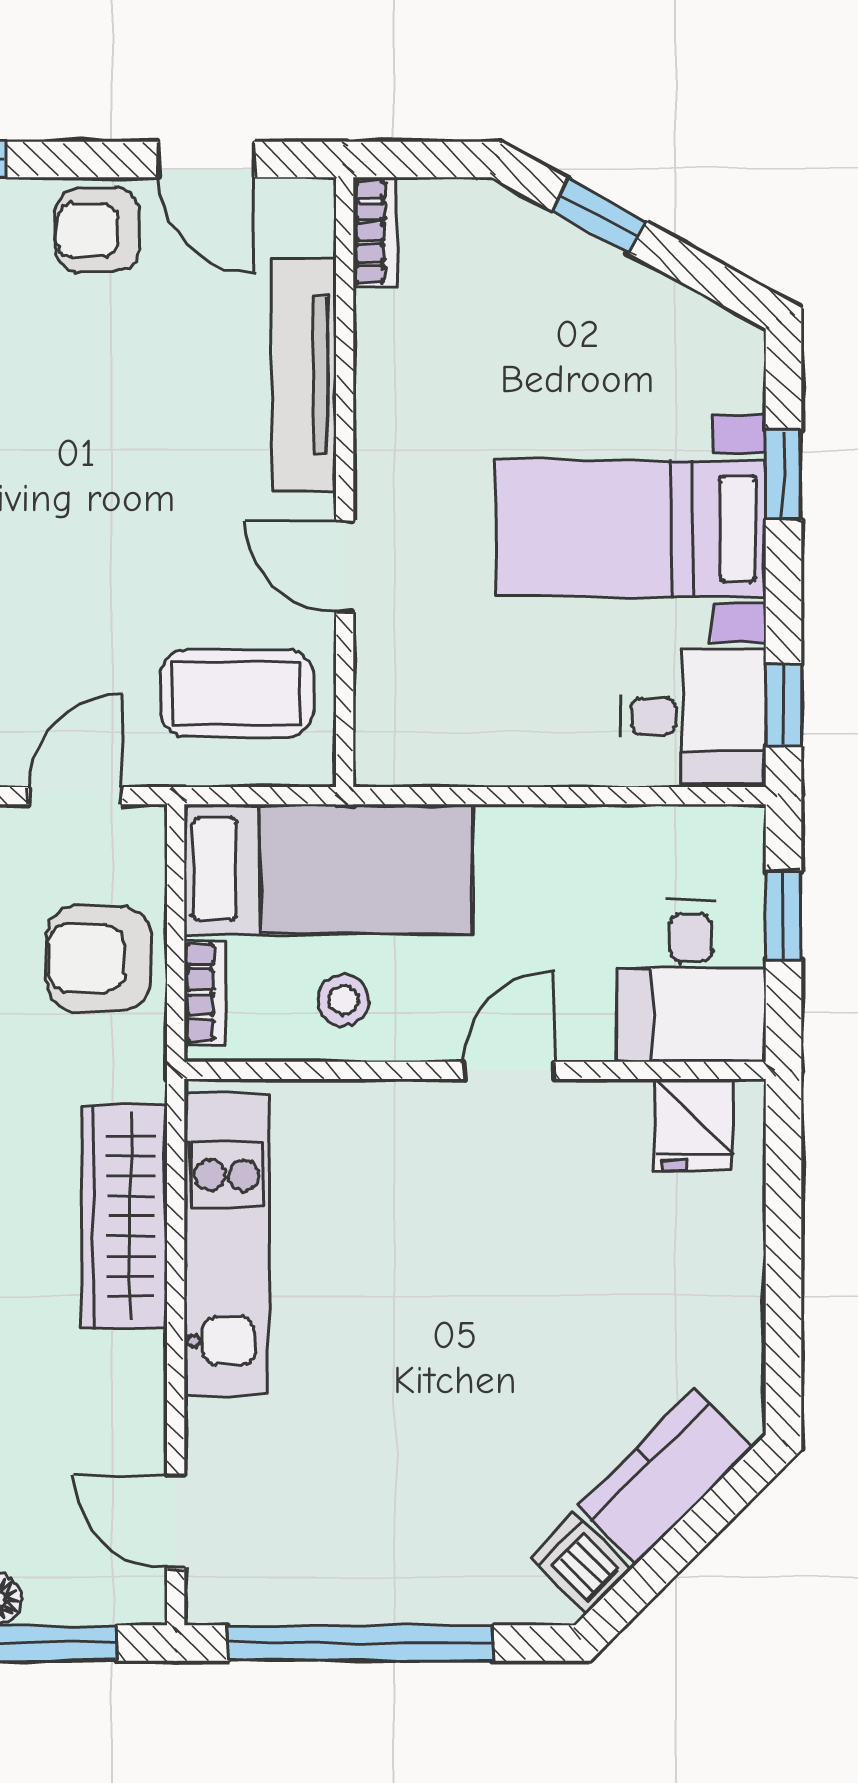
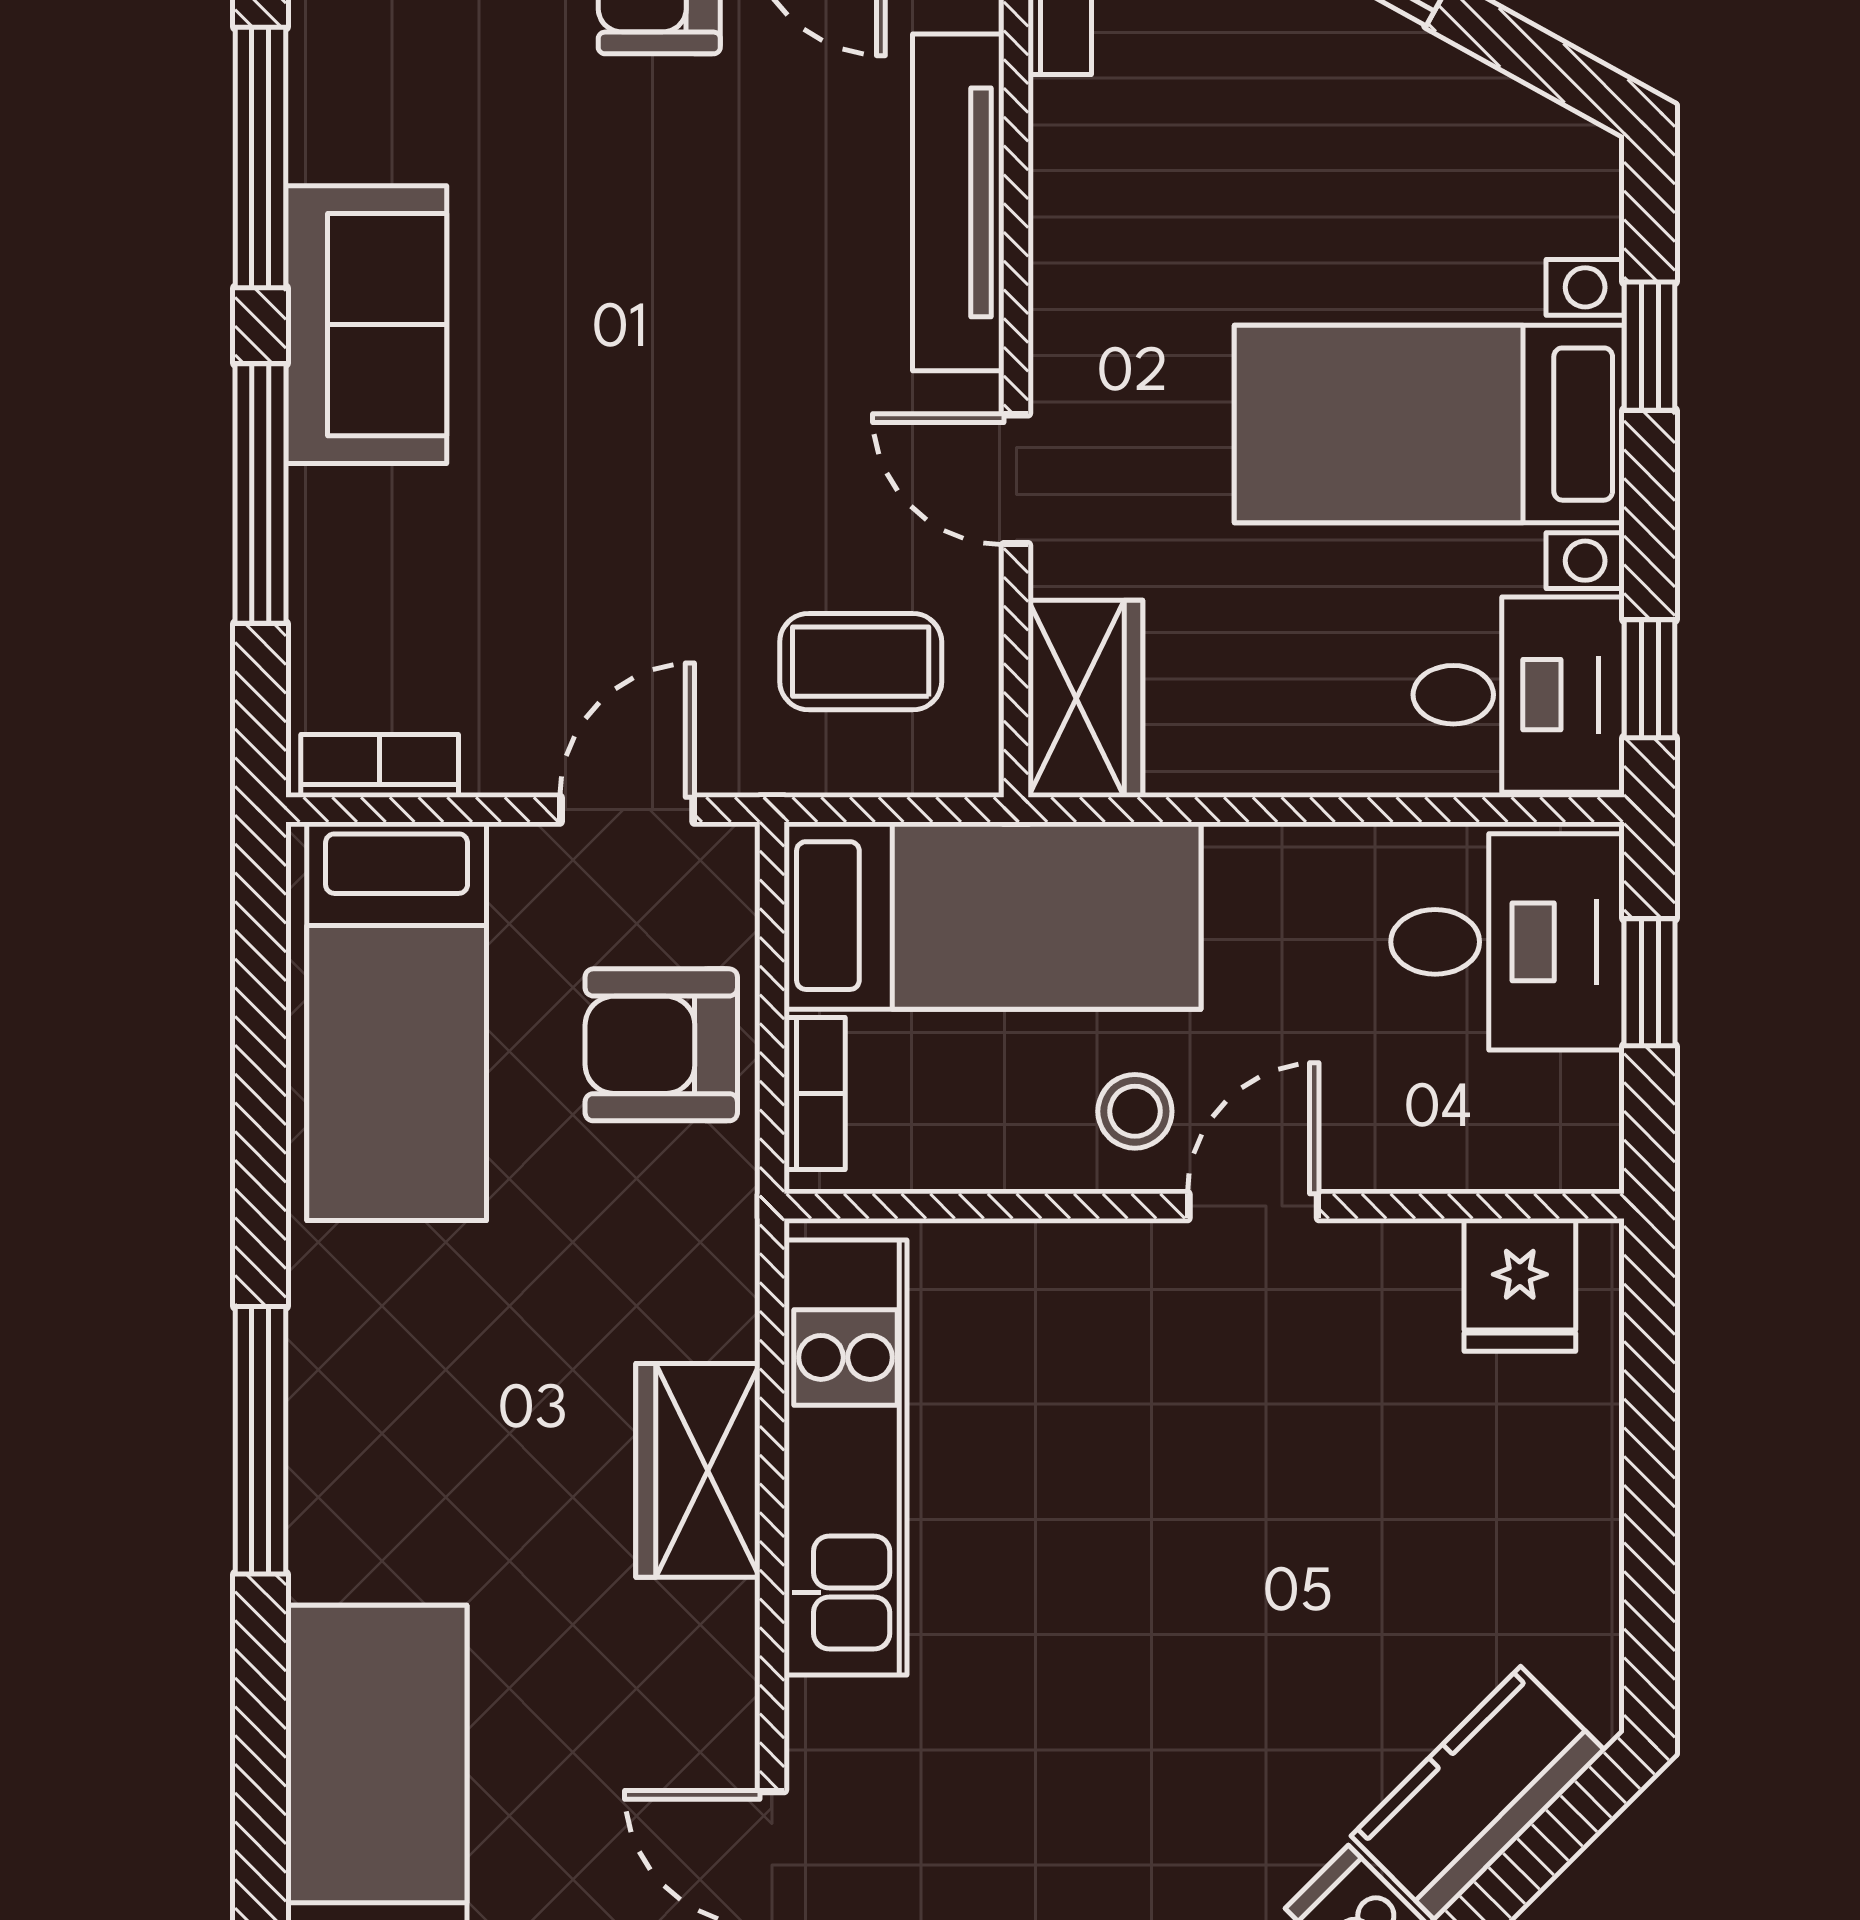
coffee table: (237, 693) -> (861, 662), width x0.73, depth x0.77
wardrobe: (393, 719) -> (1085, 699), added
desk: (691, 981) -> (1507, 942), moved, turned -90
stool: (344, 1000) -> (1135, 1111), moved
wardrobe: (124, 1216) -> (698, 1470), width x0.67

